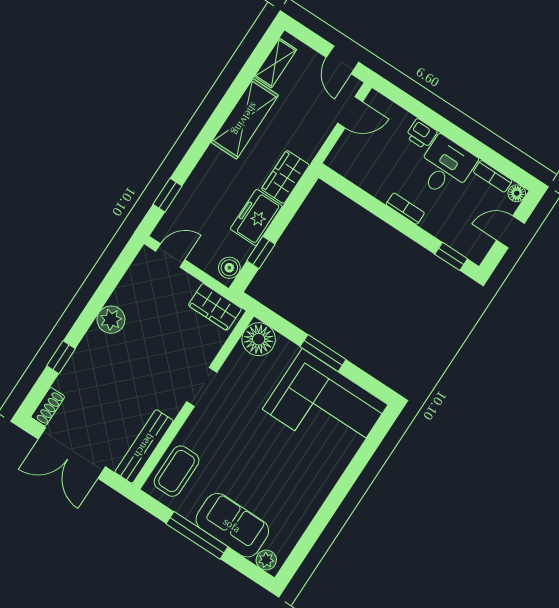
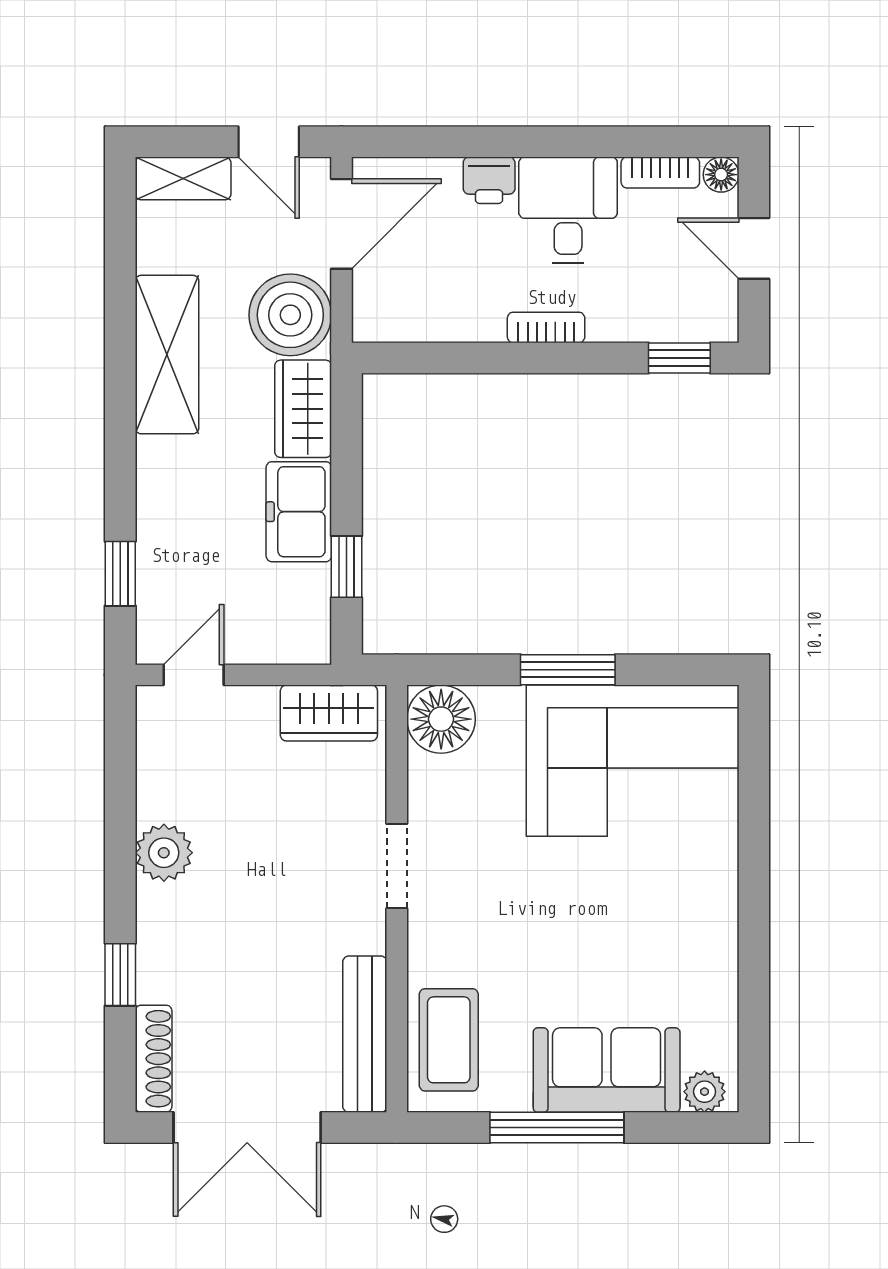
shelving: (275, 63) -> (183, 178), moved, turned 90
door: (350, 112) -> (341, 224), width x1.38
door: (510, 232) -> (754, 248), hinge flipped
boiler: (229, 268) -> (290, 315), moved, width x1.86, depth x1.86
shoe rack: (48, 407) -> (154, 1059), width x1.43

